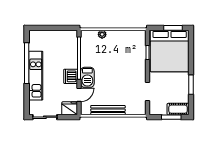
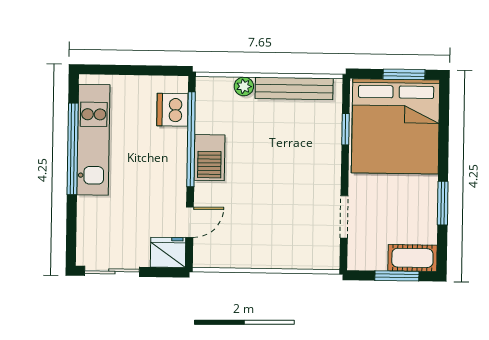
kitchen unit: (36, 76) -> (93, 140), moved
dishwasher: (71, 76) -> (172, 110), moved
barbecue: (87, 77) -> (209, 158), moved
bench: (108, 110) -> (294, 88), moved

